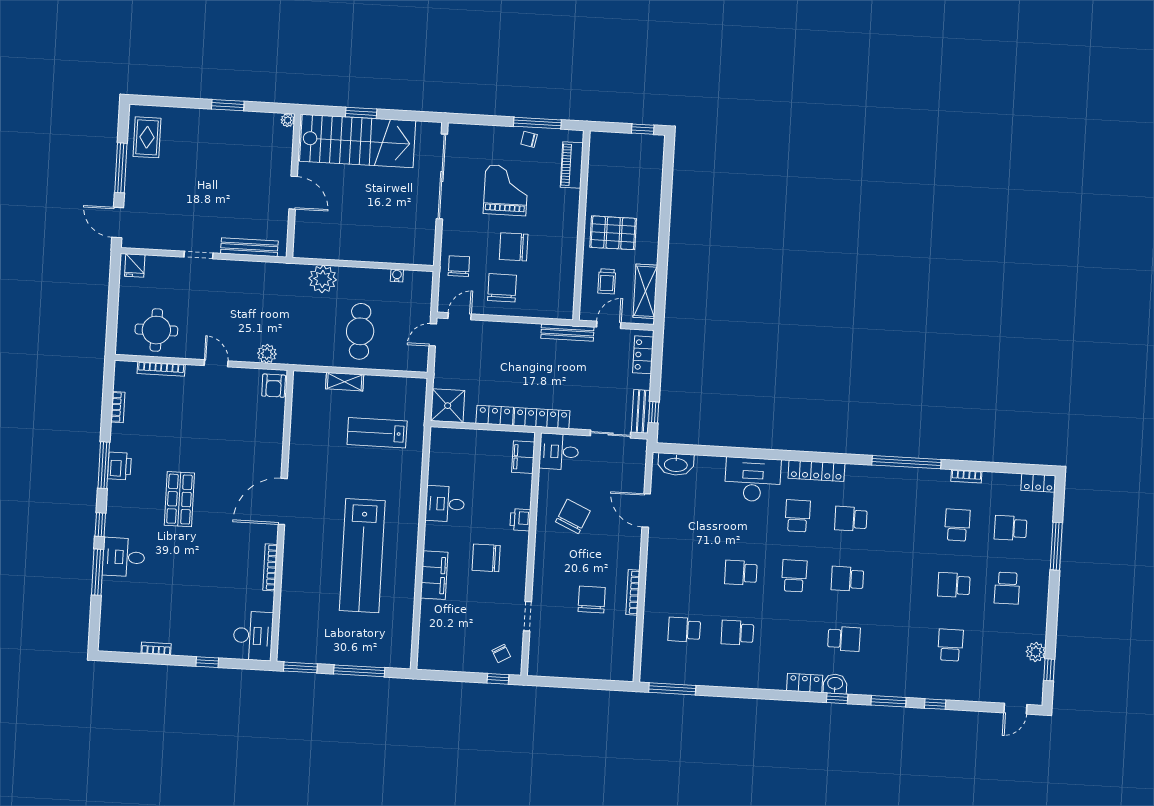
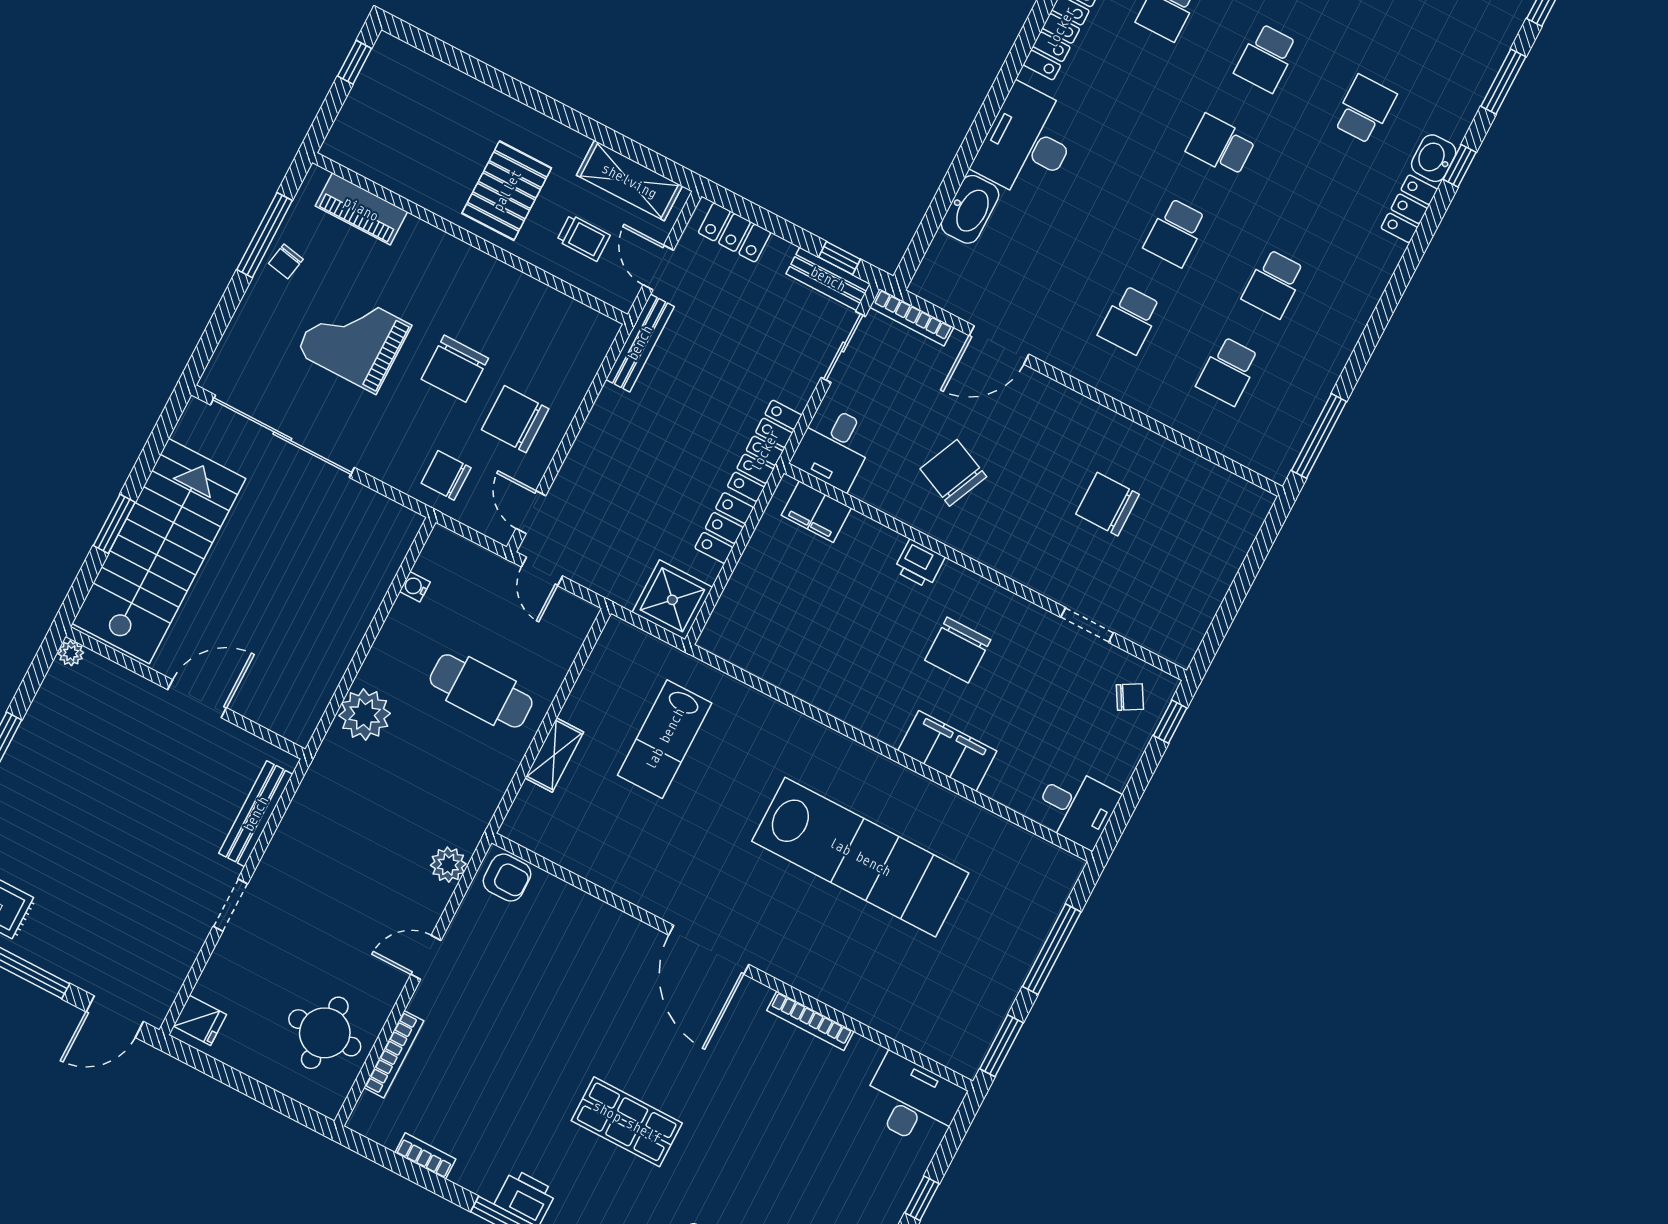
washbasin: (676, 464) -> (970, 209), moved
desk: (445, 504) -> (1076, 807), moved, turned -90
school desk: (798, 516) -> (1130, 320), moved, turned -90
bookcase: (633, 592) -> (912, 317), moved

